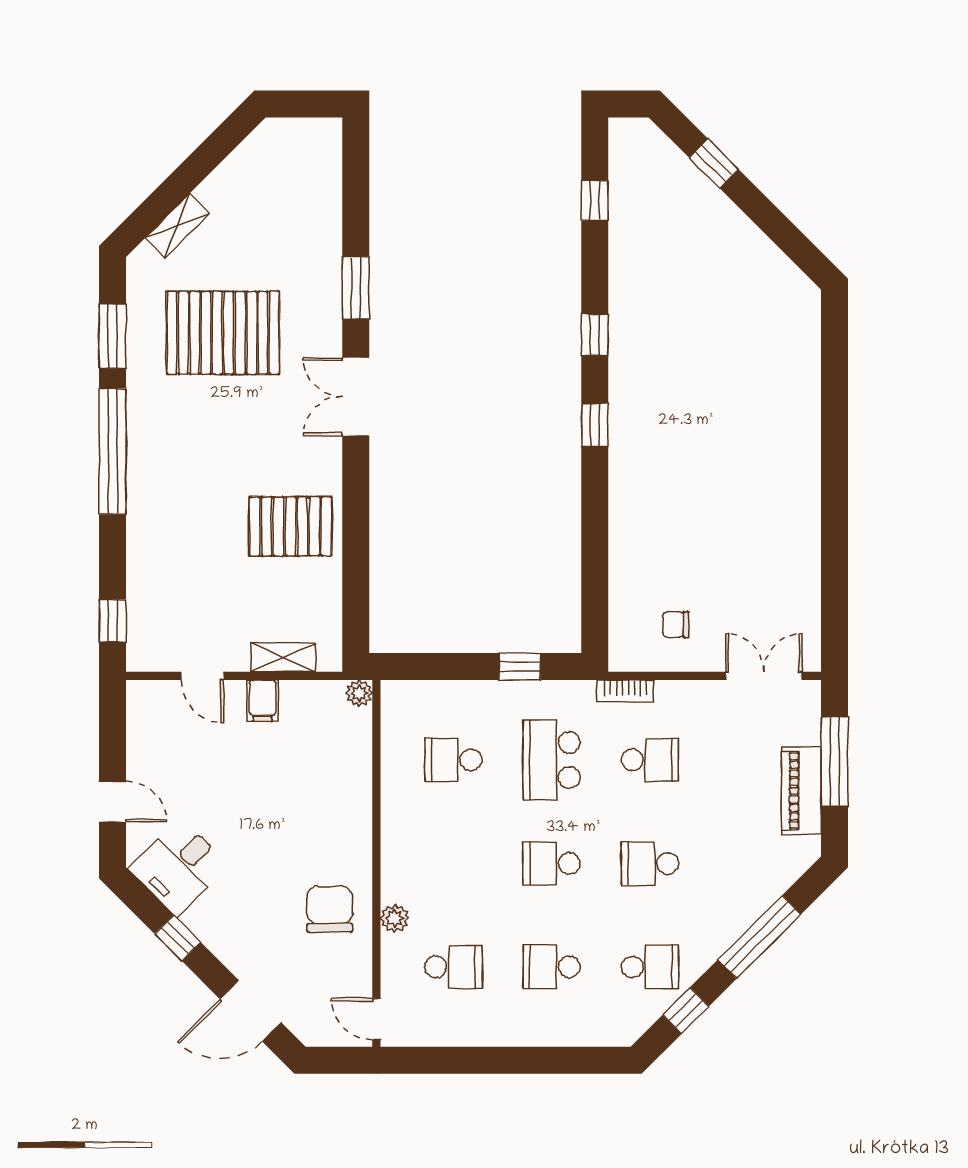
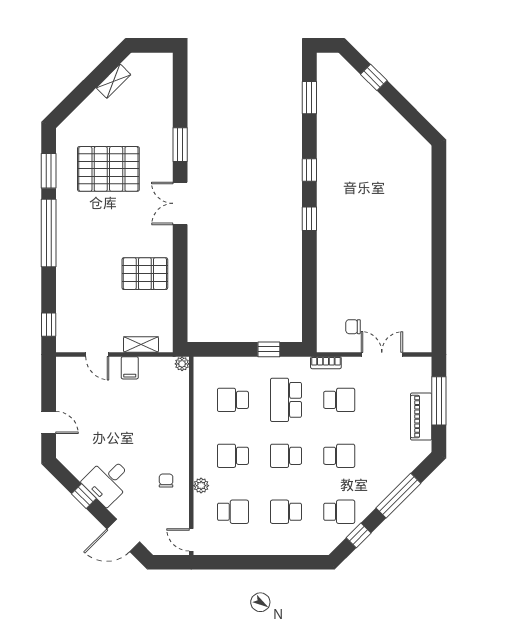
window: (595, 201) -> (309, 98), width x1.50
shelving: (177, 226) -> (114, 81), moved
double door: (764, 676) -> (382, 354), moved
school desk: (453, 863) -> (233, 456), added
school desk: (650, 863) -> (339, 456), turned 180
desk: (179, 867) -> (108, 481), moved
chair: (330, 909) -> (166, 481), width x0.54, depth x0.54

